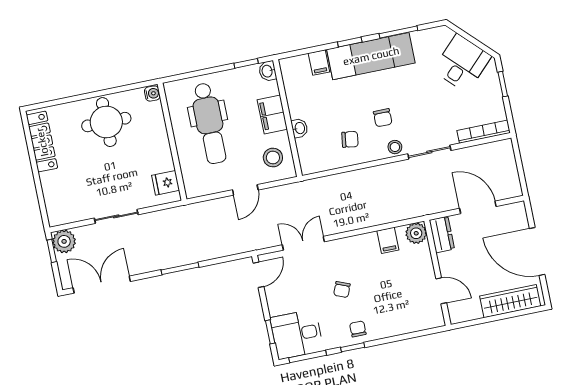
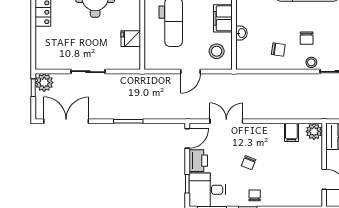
fridge: (166, 183) -> (131, 39), moved
printer: (278, 300) -> (198, 161), added

